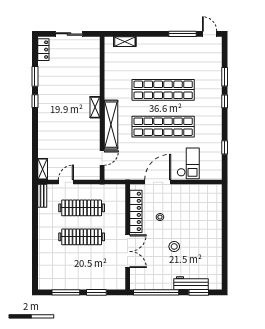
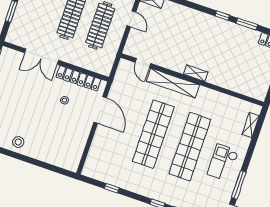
checkout: (188, 163) -> (223, 163), moved, turned 90
stool: (174, 246) -> (18, 142), moved

